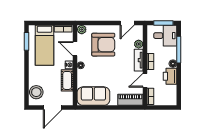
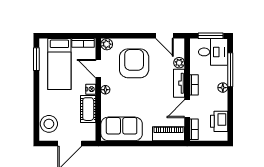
door: (127, 23) -> (164, 36), hinge flipped
armchair: (103, 45) -> (134, 63), turned -90
printer: (170, 76) -> (219, 121), moved

